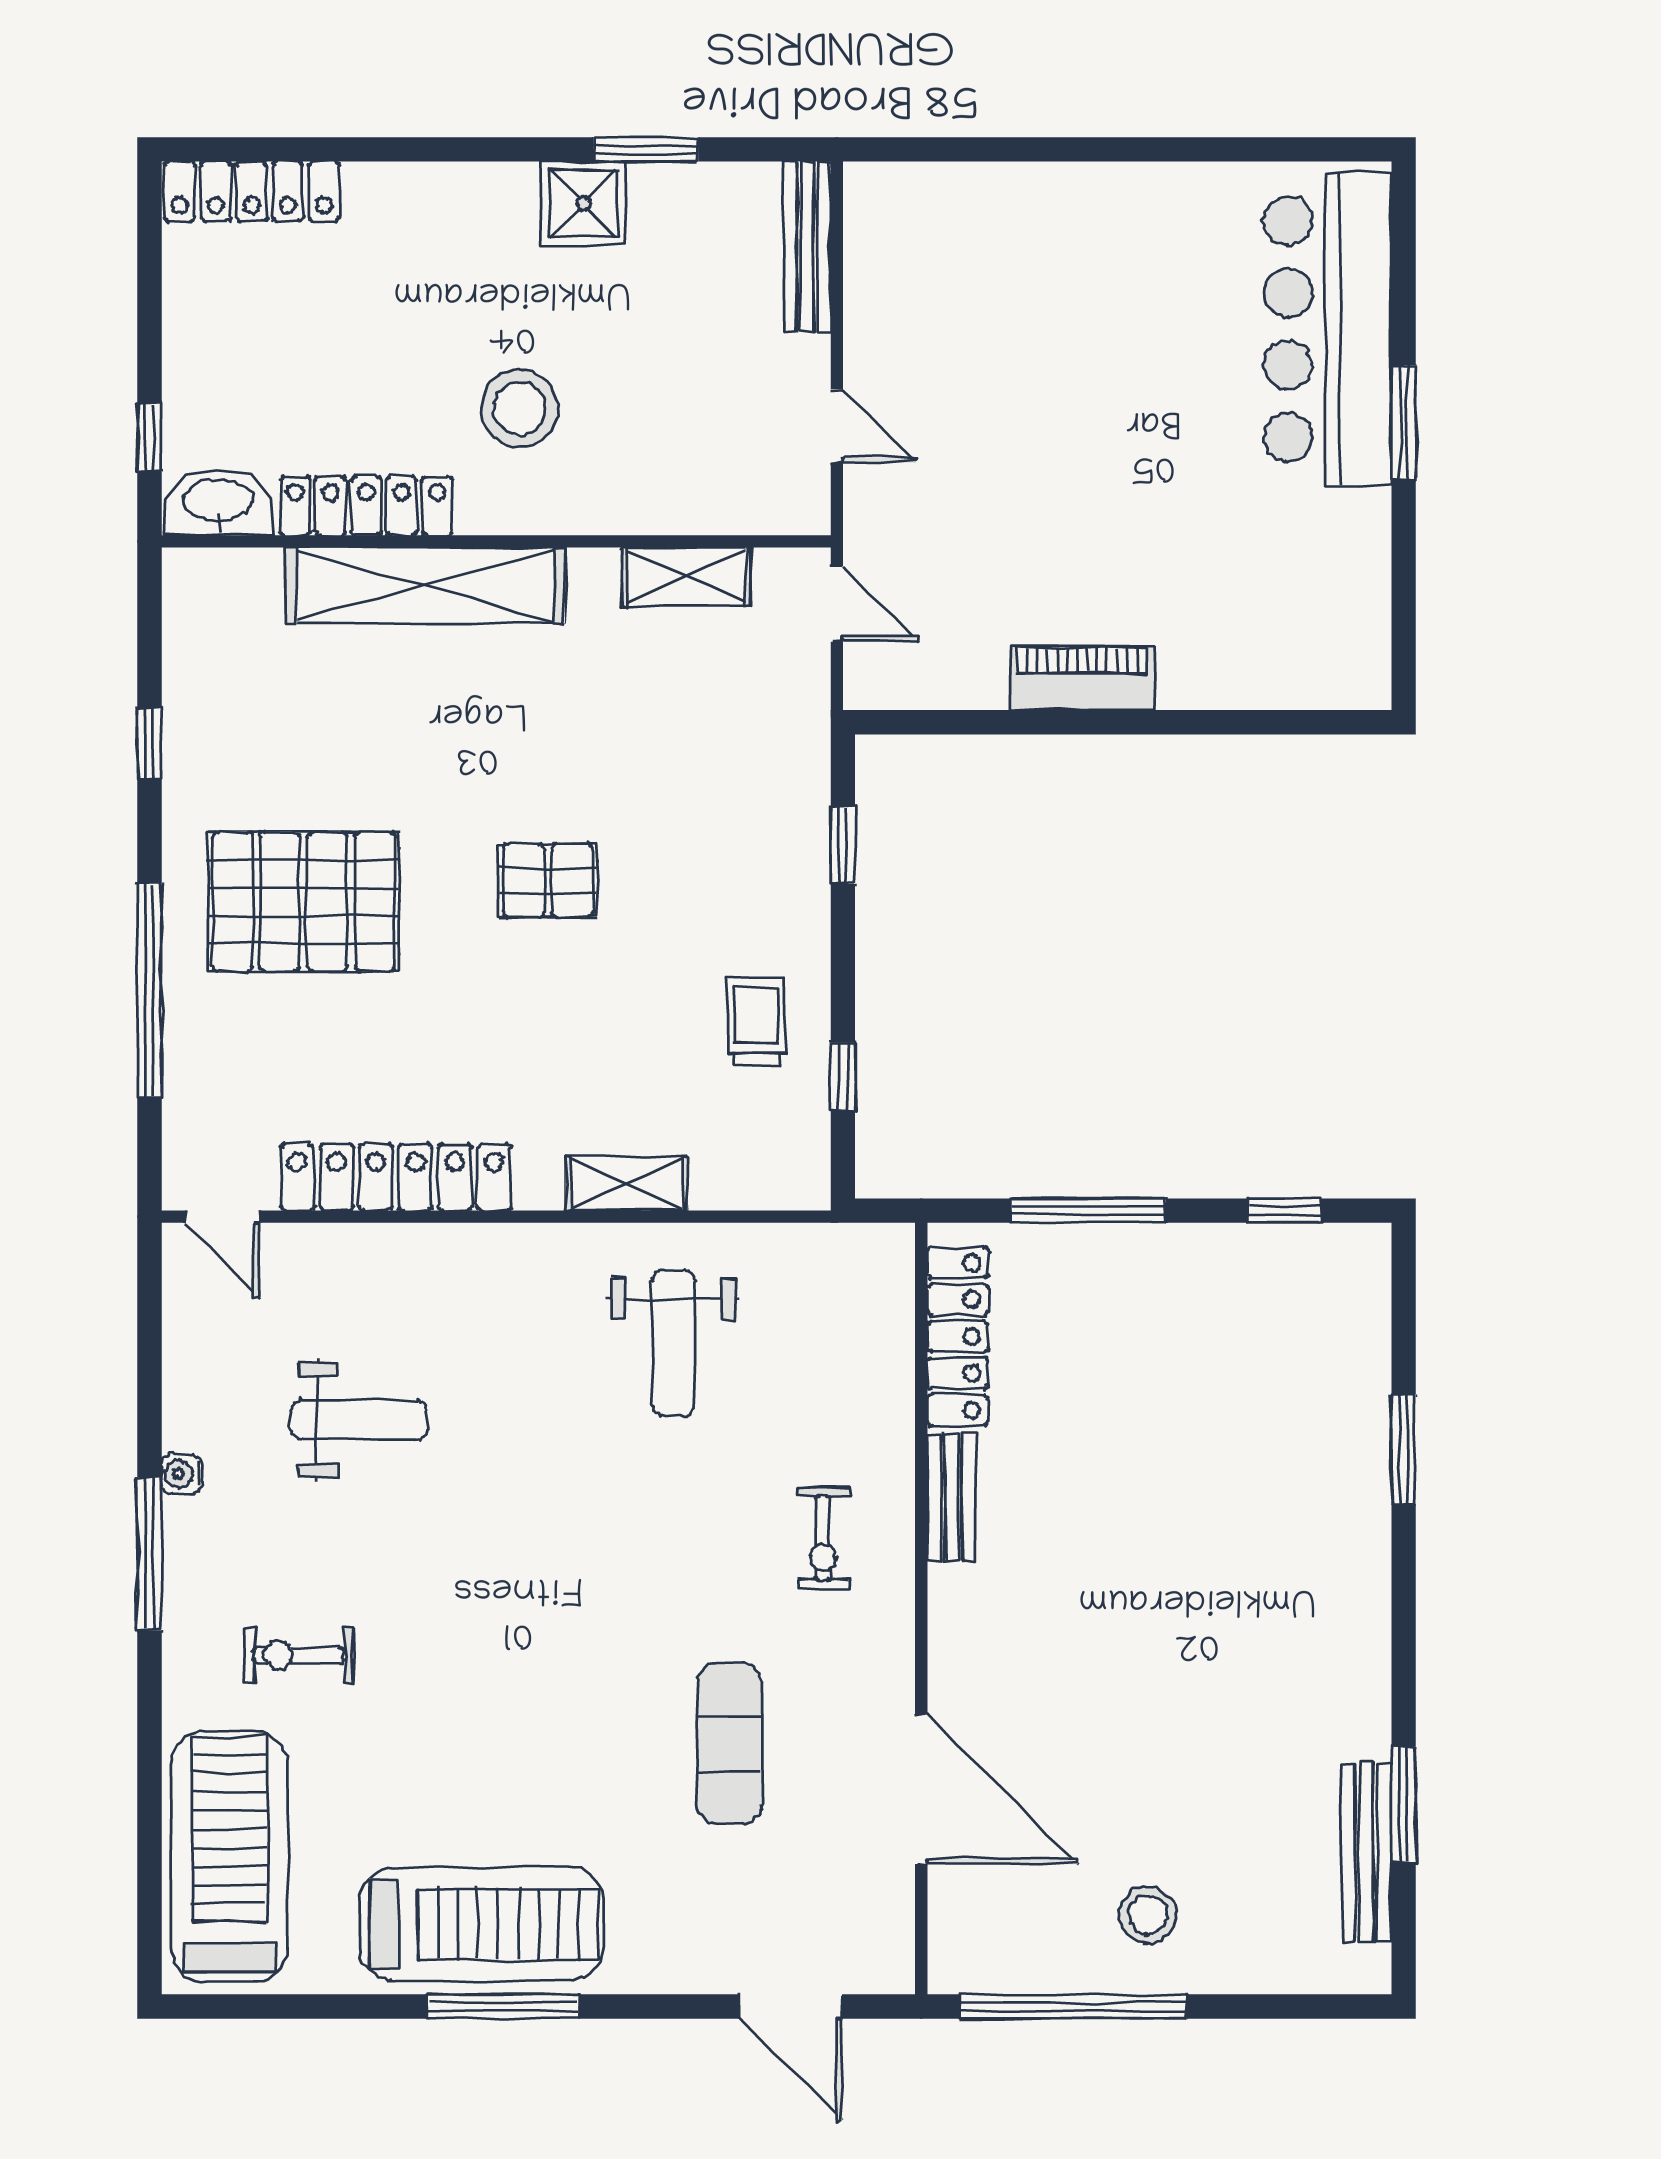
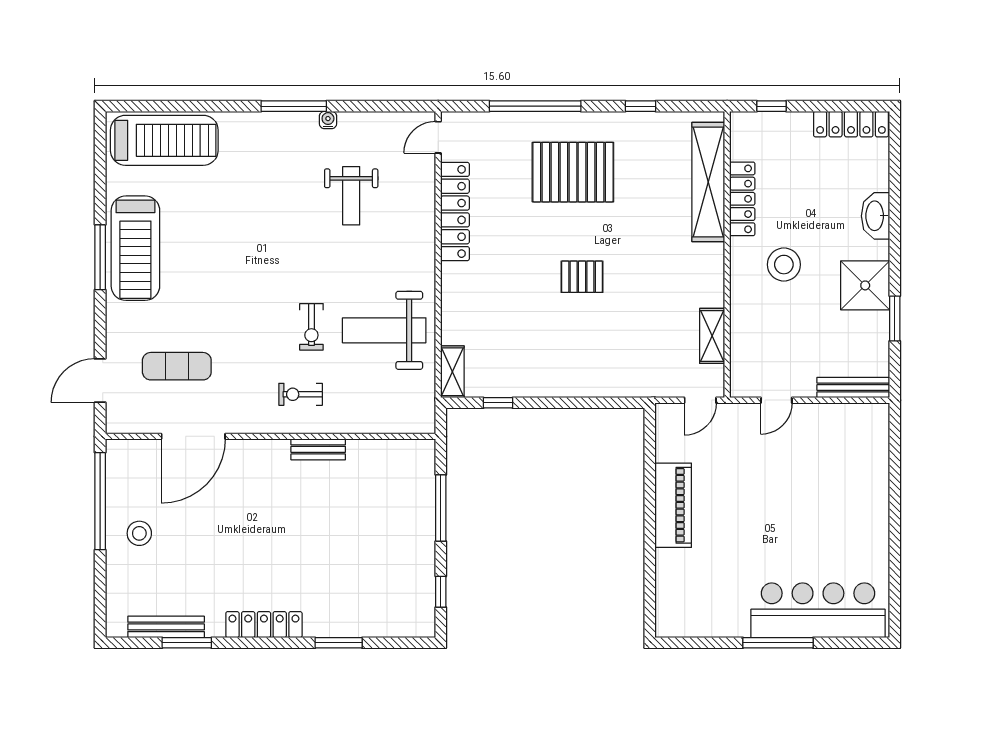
locker: (252, 191) -> (851, 124), moved, turned -90
shower: (584, 203) -> (865, 285), width x1.36, depth x1.36
window: (1404, 422) -> (778, 643), width x1.44
washbasin: (218, 502) -> (875, 216), moved, turned 180
shelving: (425, 585) -> (708, 182), moved
piano: (1082, 678) -> (673, 505), width x1.37, depth x1.33
window: (843, 845) -> (597, 403), removed
pallet: (548, 880) -> (582, 277), turned 90
pallet: (304, 901) -> (573, 172), turned 90
trolley: (756, 1021) -> (522, 366), removed
shelving: (626, 1183) -> (452, 372), moved
locker: (958, 1336) -> (264, 625), moved, turned 180
weight bench: (673, 1343) -> (384, 330), width x1.36, depth x1.33
exercise bike: (299, 1655) -> (311, 327), moved, turned 180
exercise mat: (730, 1744) -> (177, 366), moved

